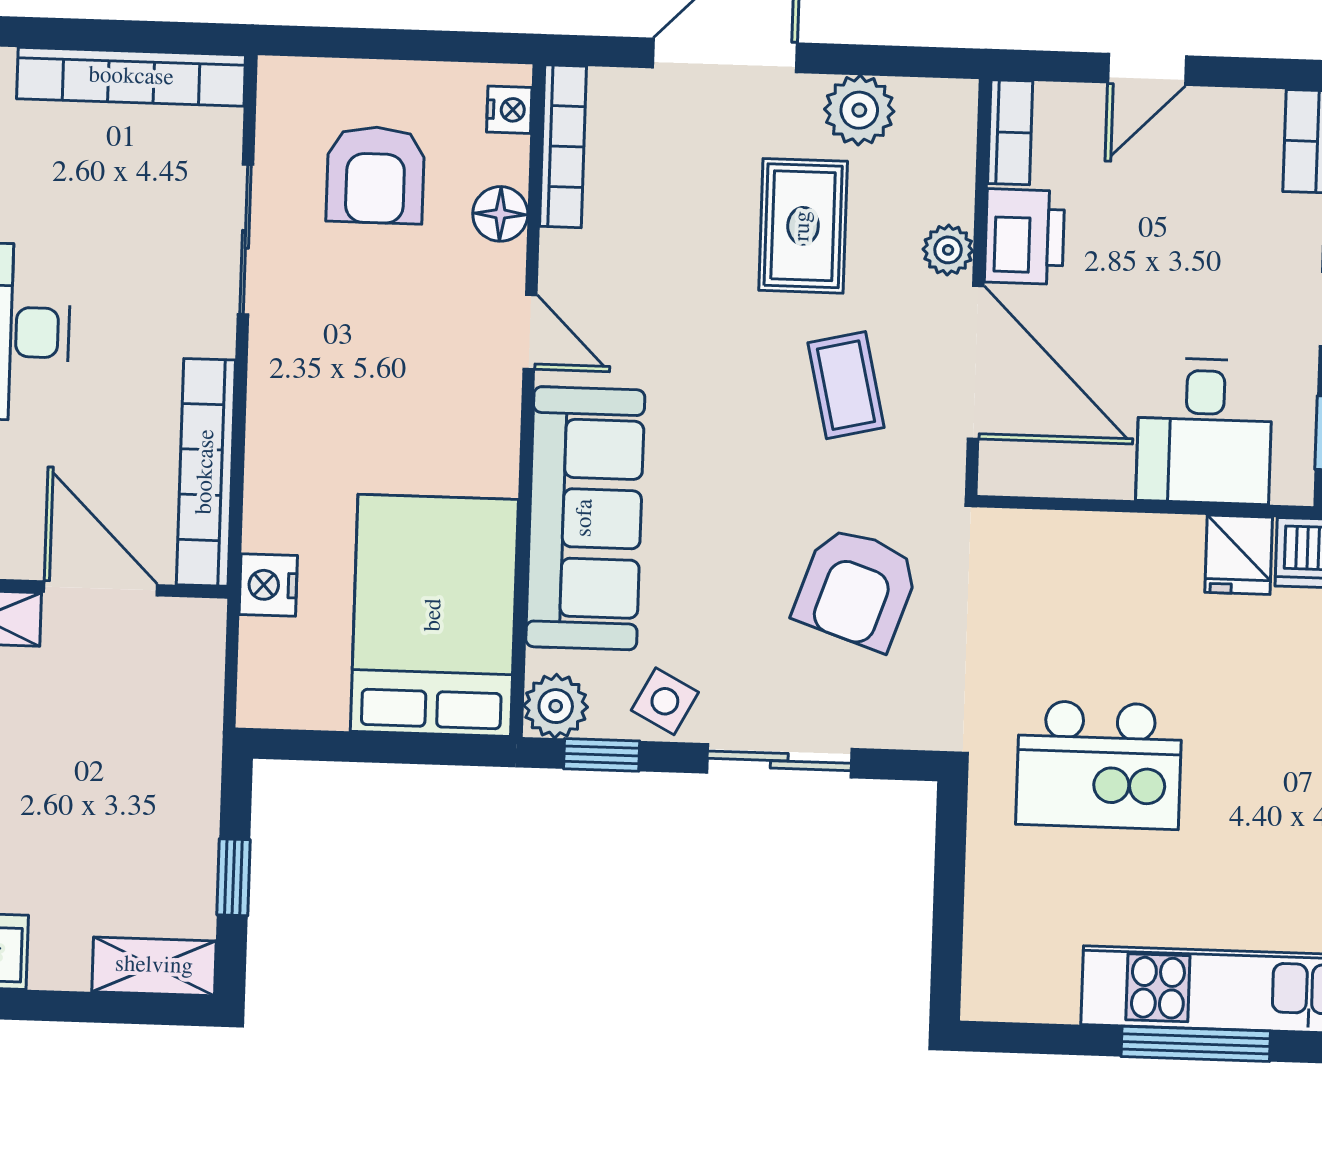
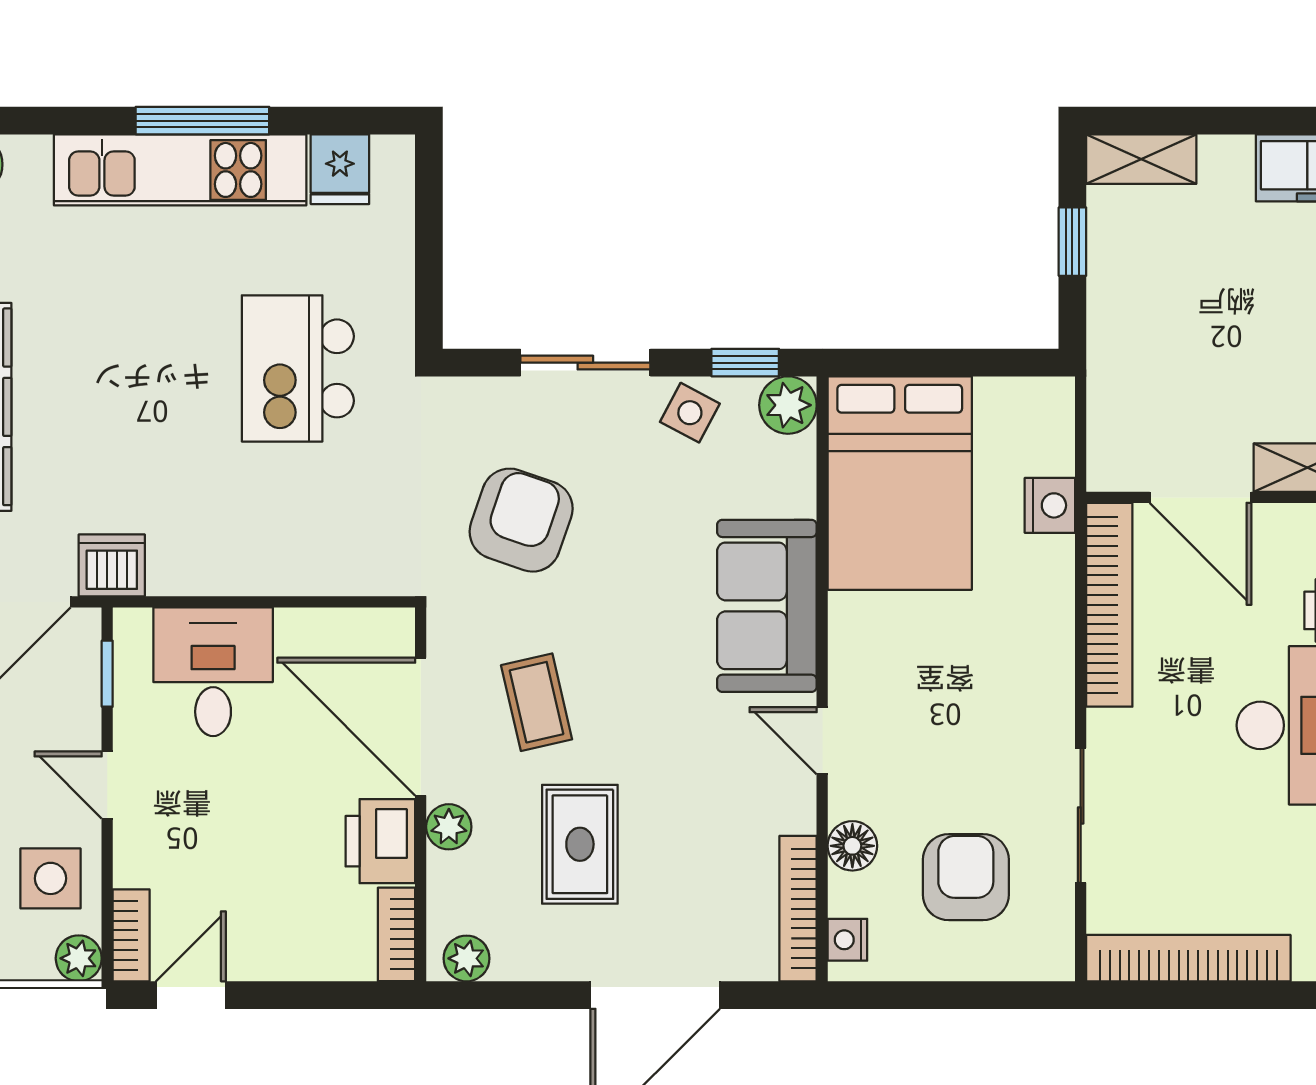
door: (1147, 69) -> (191, 995), moved
plant: (859, 110) -> (466, 958), moved, width x0.73, depth x0.73
sofa: (585, 518) -> (767, 606), width x0.73
fridge: (1239, 555) -> (340, 169), moved, turned 180
kitchen island: (1099, 765) -> (298, 368), turned -90

